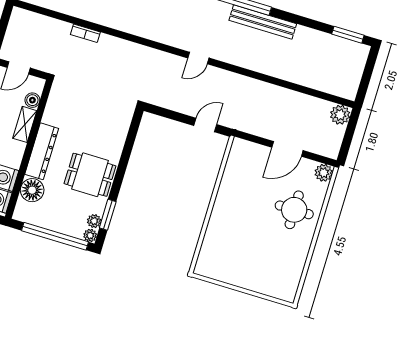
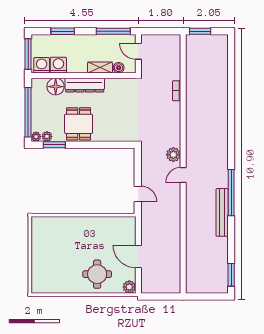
door: (198, 58) -> (183, 175), hinge flipped
plant: (340, 115) -> (173, 155), moved

